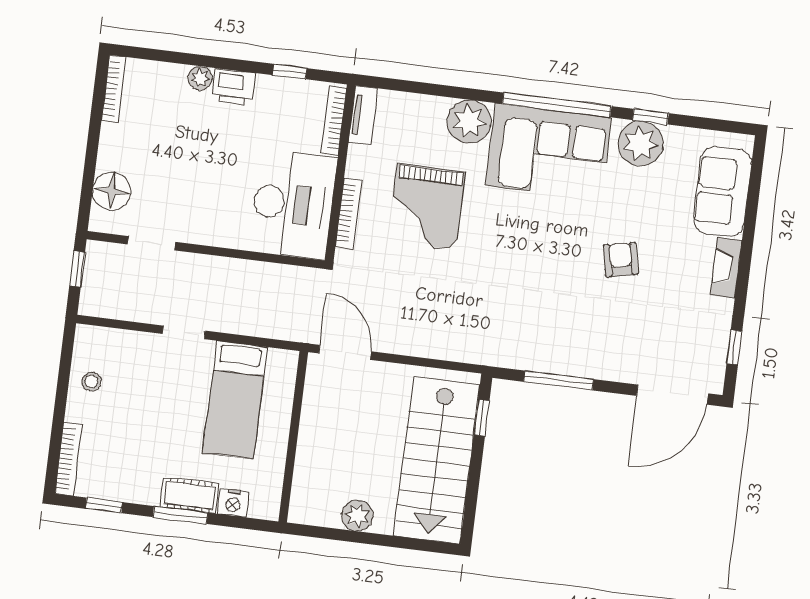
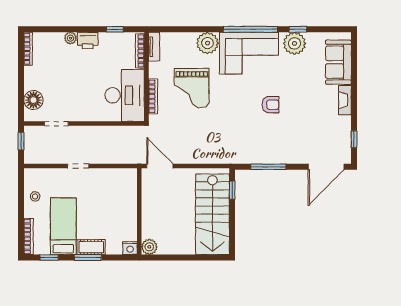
armchair: (621, 260) -> (271, 105), moved, turned 102
bed: (235, 400) -> (63, 226), moved, turned 180
nightstand: (233, 503) -> (130, 248), moved
plant: (357, 516) -> (149, 247), moved

